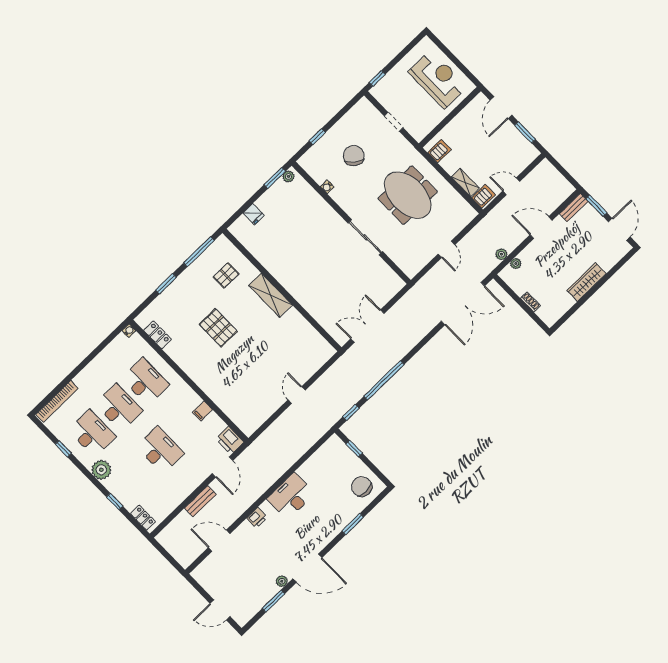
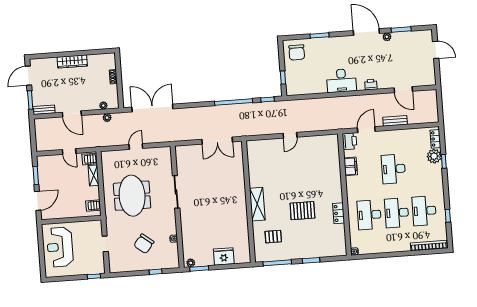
fridge: (254, 214) -> (224, 256), width x1.88, depth x1.34
pallet: (218, 328) -> (302, 211), turned 90
locker: (158, 335) -> (339, 213), moved
filing cabinet: (203, 411) -> (351, 166), width x2.00
plant: (101, 470) -> (434, 156), moved

